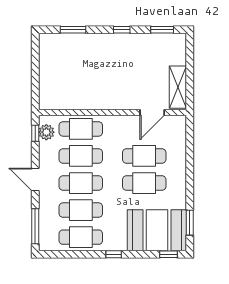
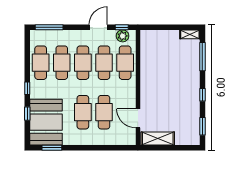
window: (73, 30) -> (202, 57), width x1.44
shelving: (44, 46) -> (190, 34), added
door: (35, 179) -> (98, 27), moved
window: (168, 254) -> (27, 114), moved

